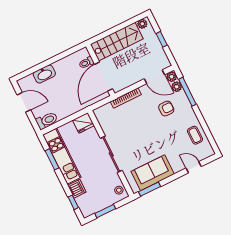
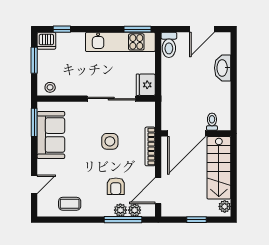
door: (104, 77) -> (187, 133), swing flipped
plant: (172, 77) -> (120, 210), moved
side table: (136, 129) -> (110, 141), added
sliding door: (111, 154) -> (111, 99), moved
window: (52, 159) -> (138, 29), moved
dishwasher: (77, 189) -> (46, 41), moved

